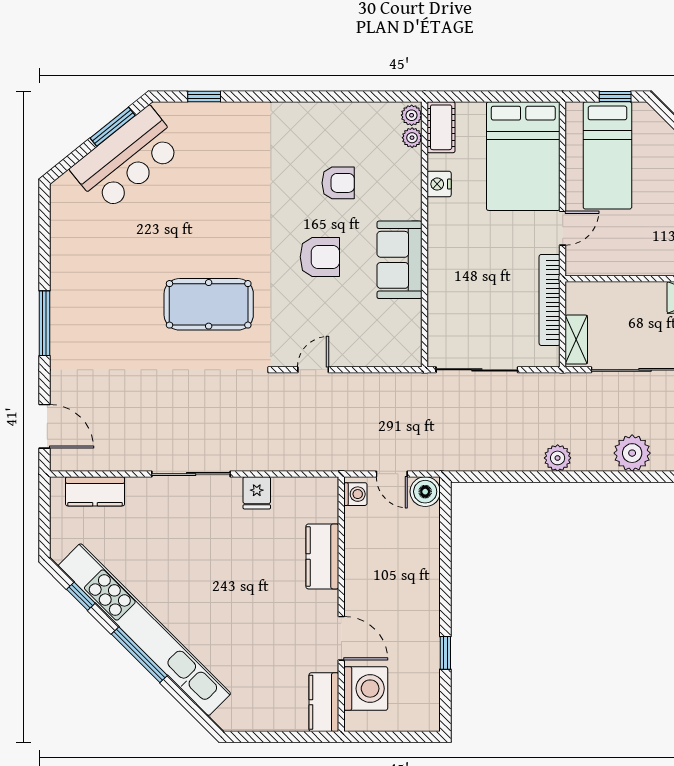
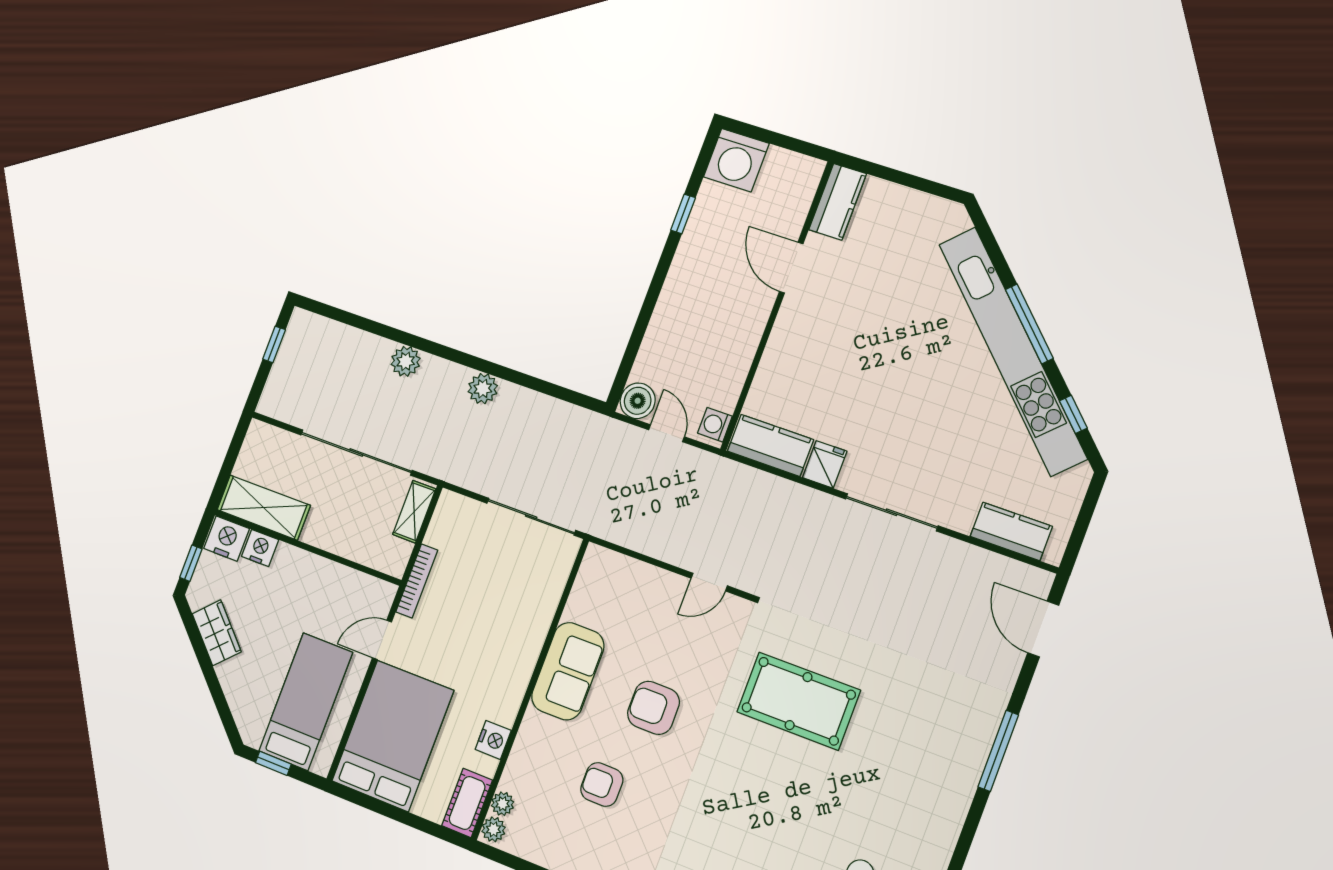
bookcase: (550, 300) -> (417, 581), width x0.68, depth x0.76
plant: (632, 453) -> (406, 361), width x0.73, depth x0.73
kitchen counter: (322, 556) -> (770, 445), moved, turned -90
washing machine: (366, 689) -> (736, 160), moved, turned -90

